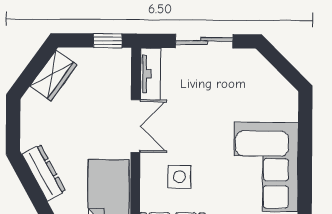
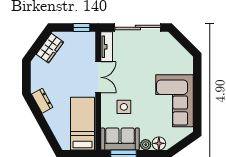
sliding door: (204, 41) -> (138, 27), width x1.37
dresser: (44, 173) -> (42, 101), width x0.70

